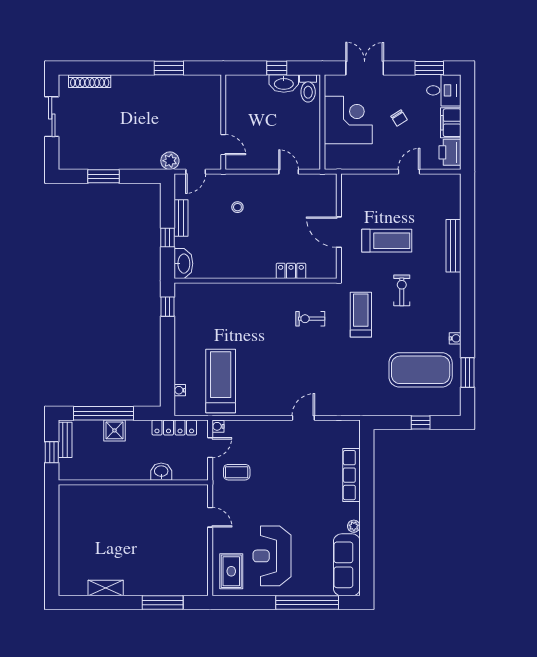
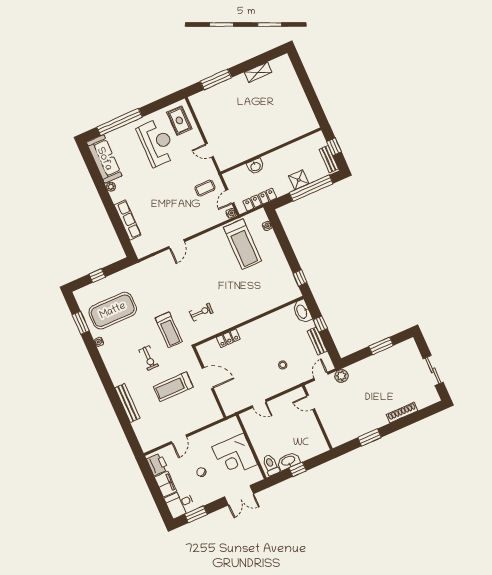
shoe rack: (90, 81) -> (402, 413), moved

